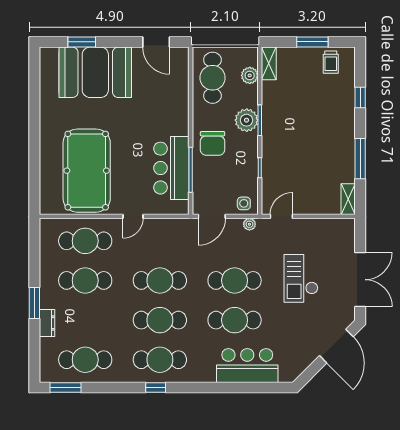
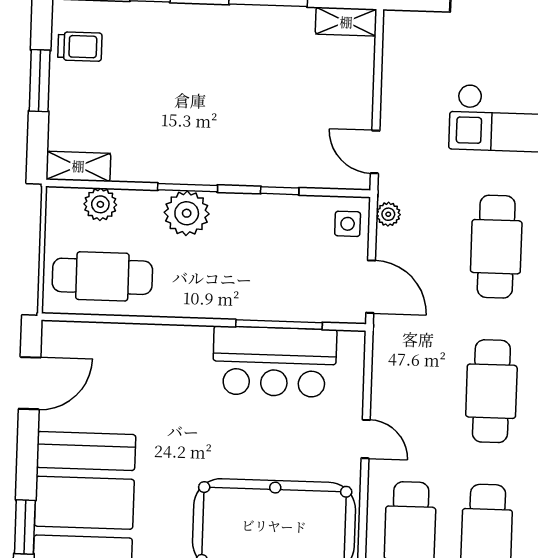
chair: (213, 143) -> (229, 281), removed

